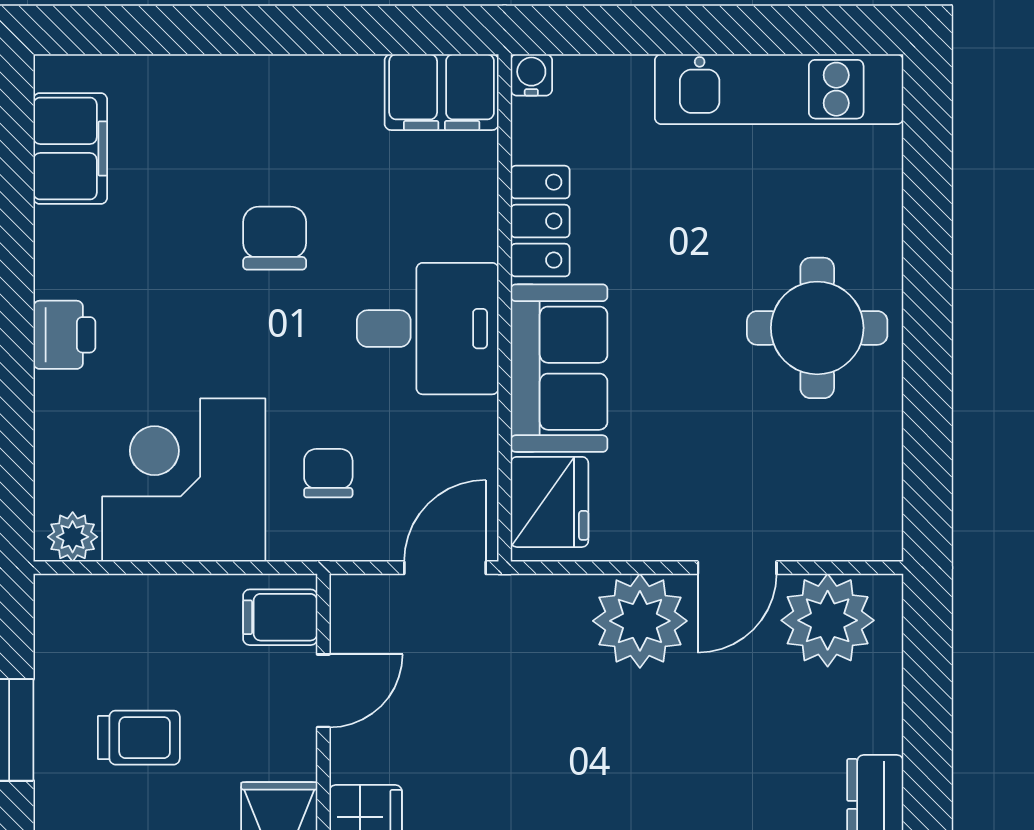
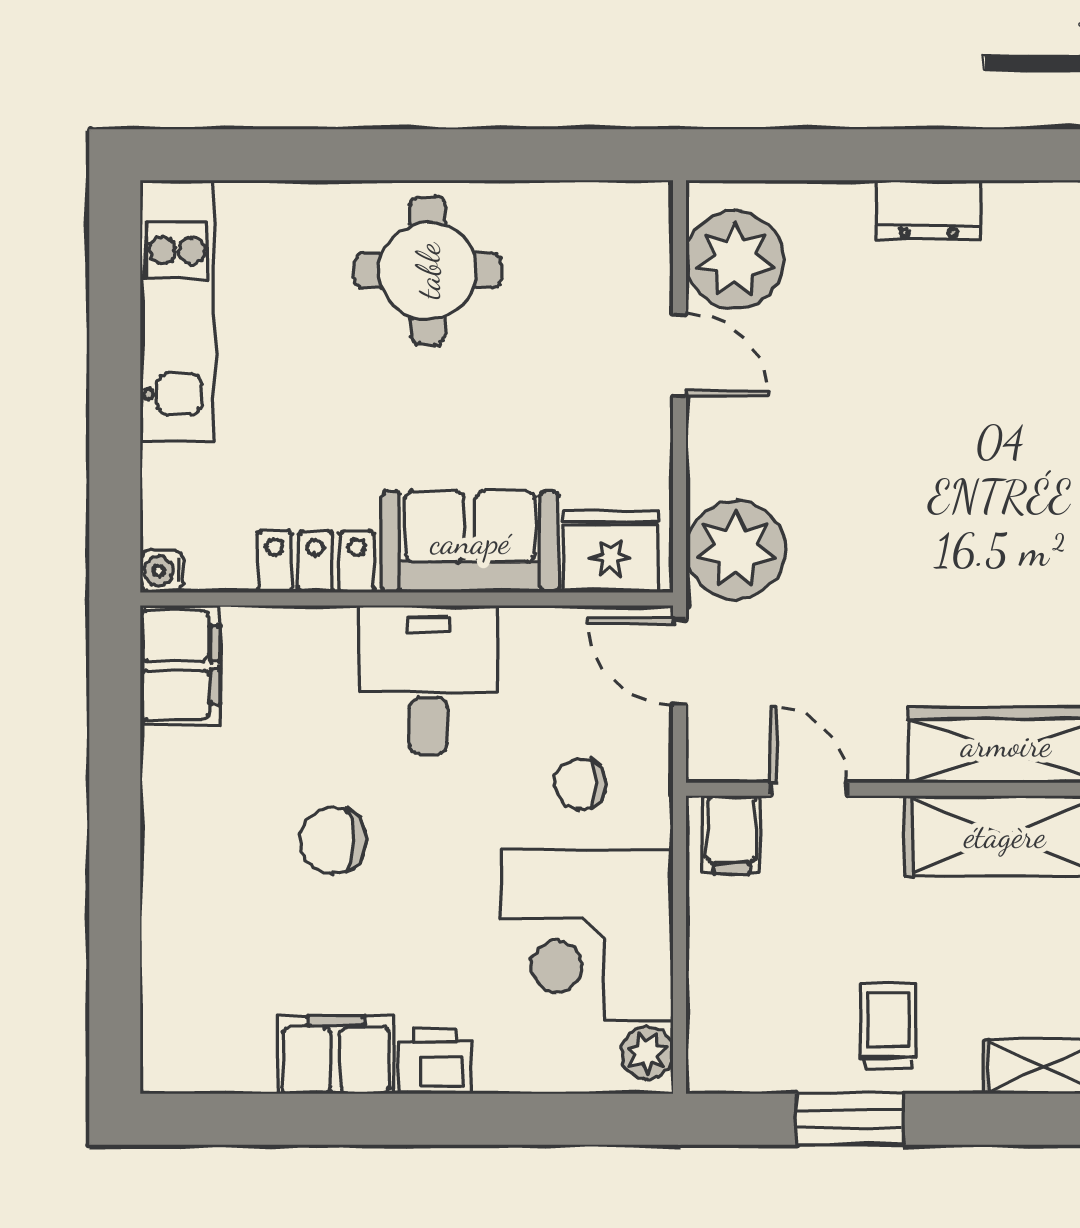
filing cabinet: (70, 149) -> (336, 1055), moved
plant: (640, 621) -> (735, 550), moved
trolley: (139, 738) -> (888, 1027), moved

